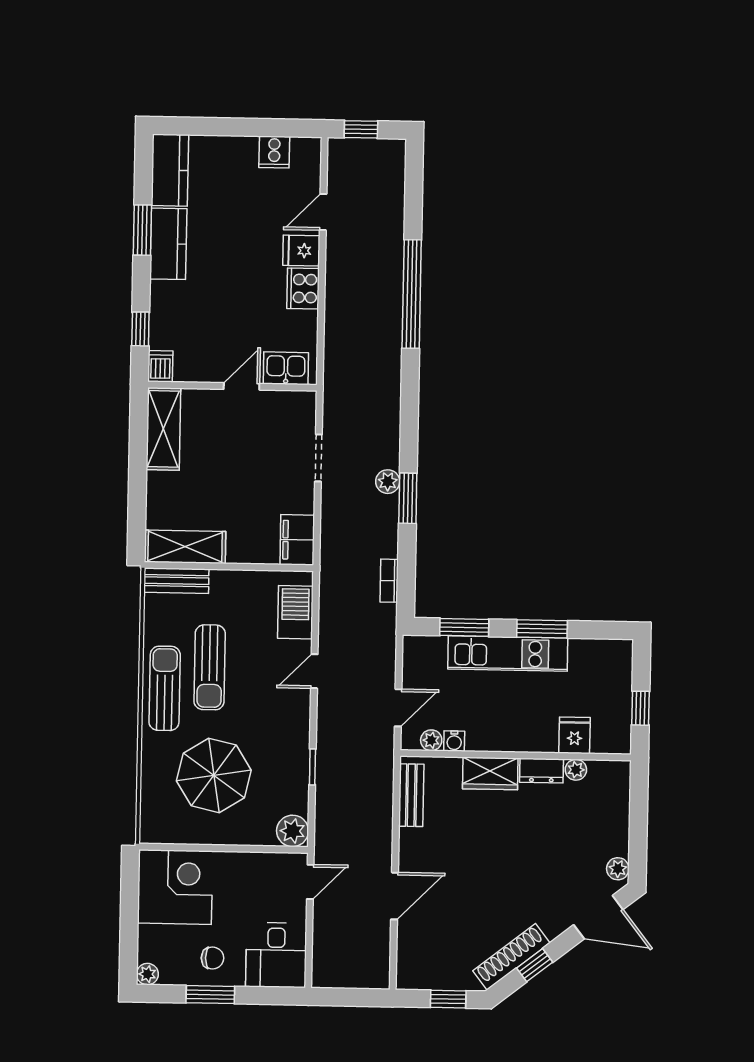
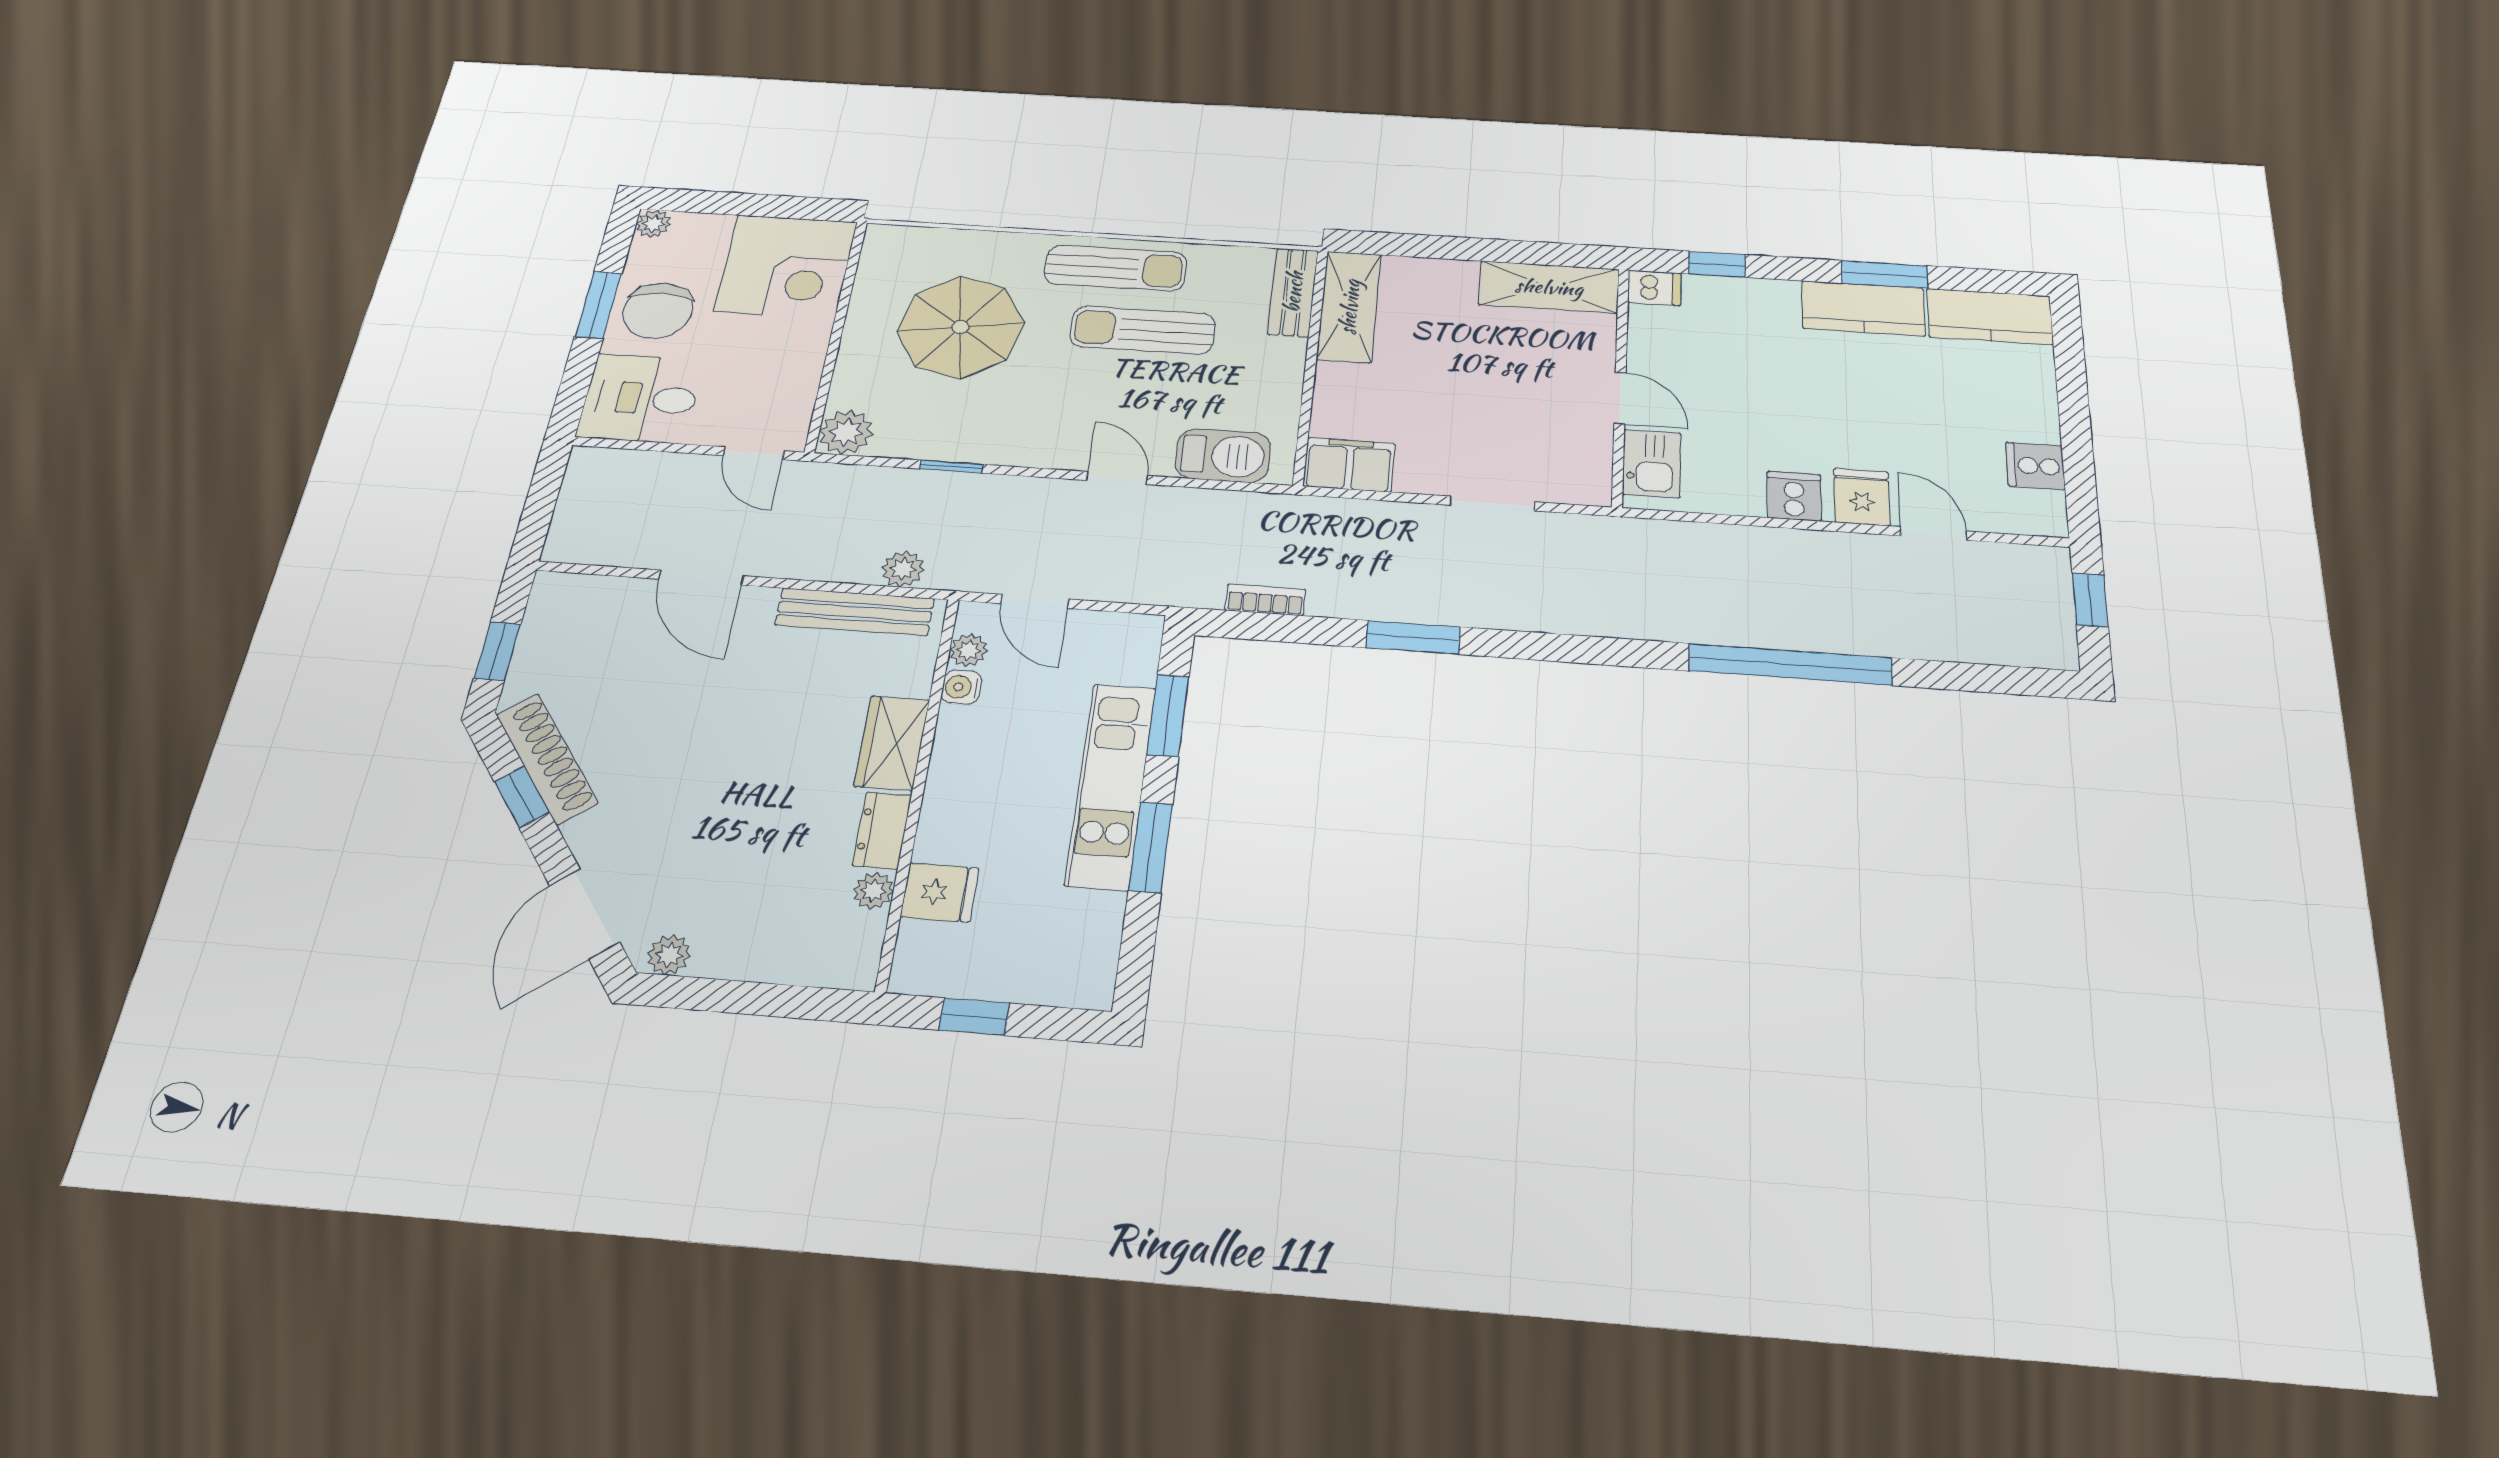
cooker: (303, 288) -> (1794, 496), width x0.73
plant: (388, 482) -> (903, 569), moved
bench: (411, 795) -> (855, 612), width x1.36
chair: (213, 958) -> (658, 311), width x1.87, depth x1.87

